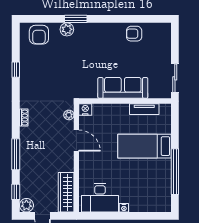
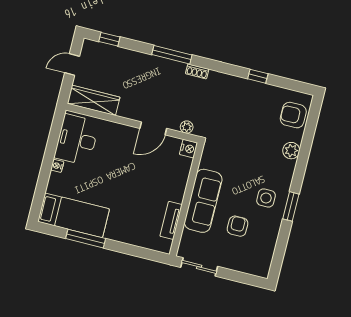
window: (76, 19) -> (291, 206), moved
armchair: (134, 34) -> (238, 226), moved
side table: (108, 40) -> (266, 198), added
bed: (144, 146) -> (74, 215), moved, turned 90
window: (16, 154) -> (172, 55), moved
window: (175, 172) -> (86, 239), width x0.68
plant: (26, 205) -> (90, 48), removed

